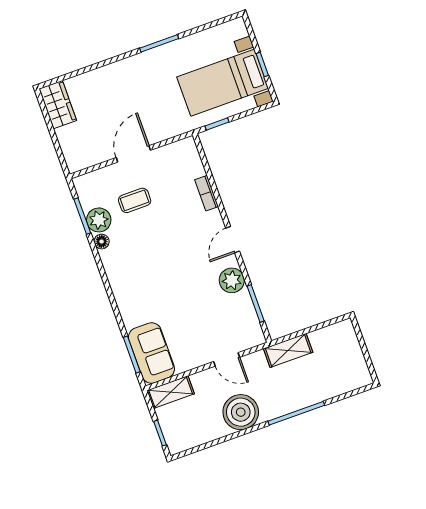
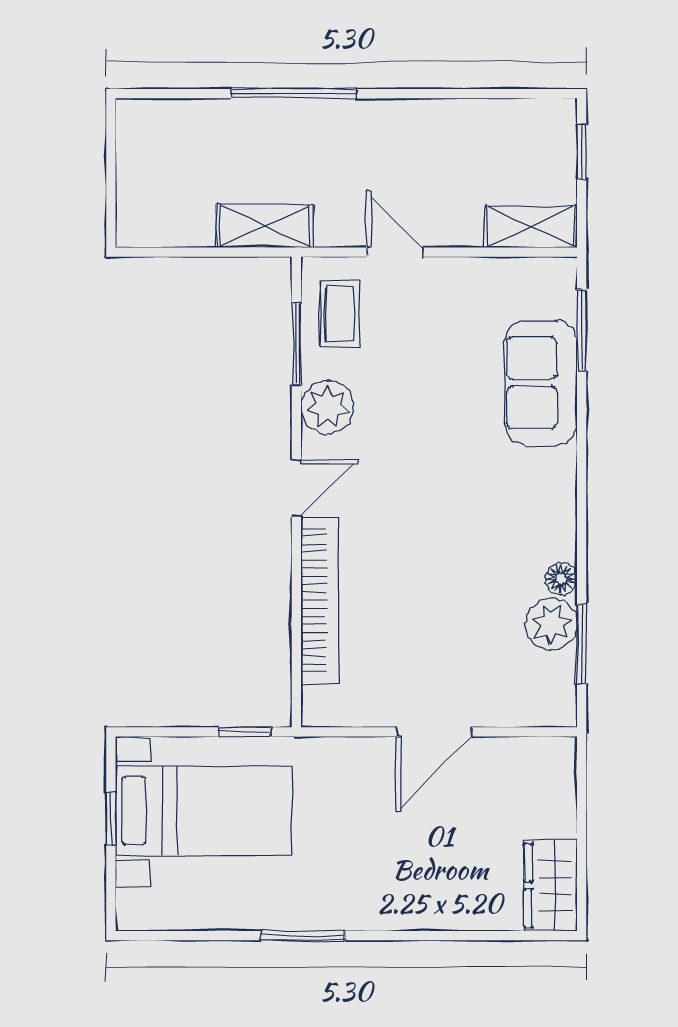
bookcase: (207, 193) -> (320, 600), width x2.31, depth x1.31
coffee table: (135, 200) -> (340, 314), moved, turned 90
sofa: (151, 353) -> (541, 383), moved
boiler: (241, 412) -> (404, 136), removed

